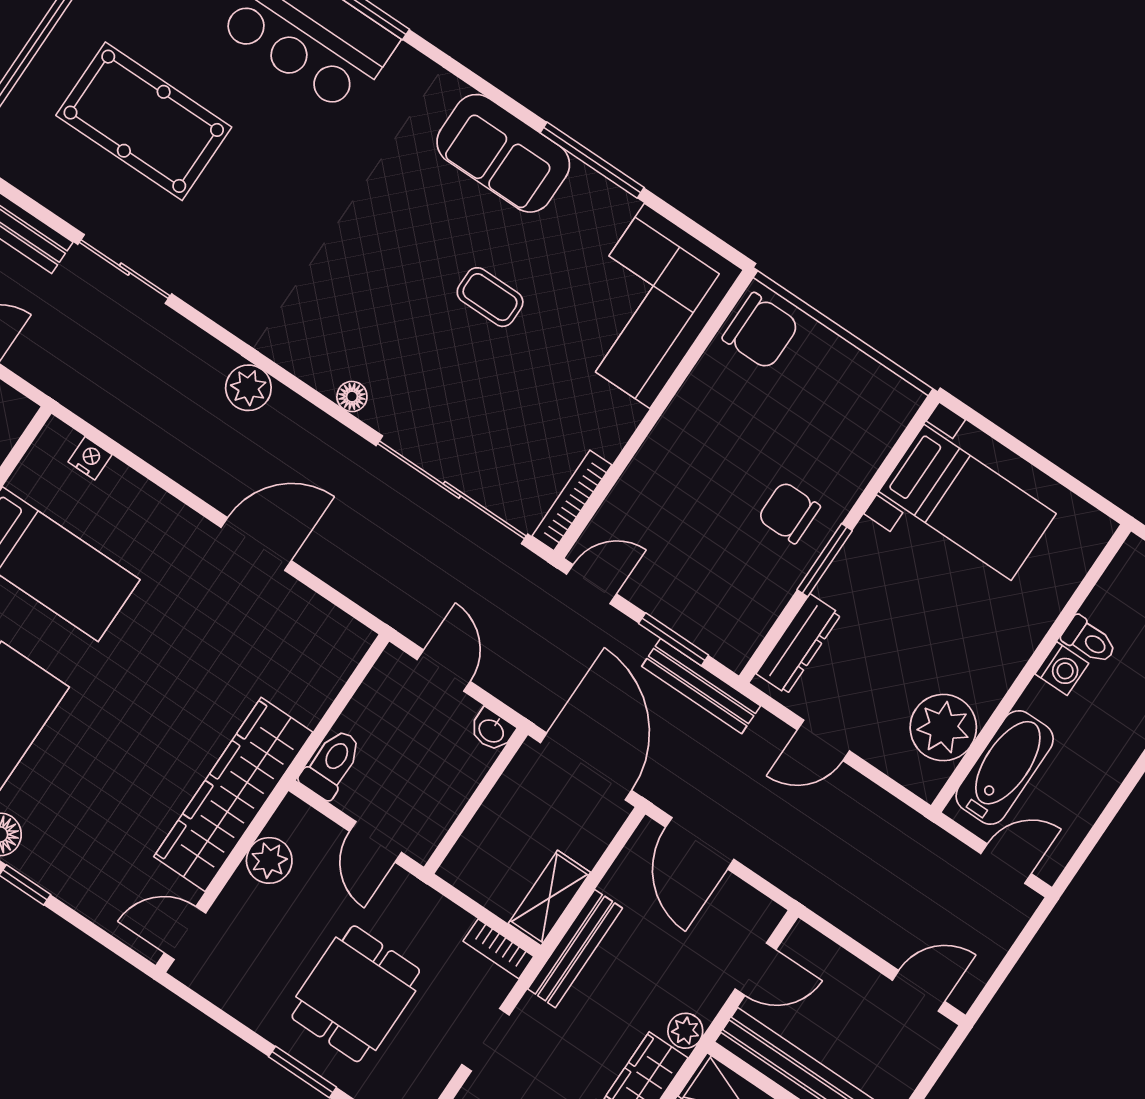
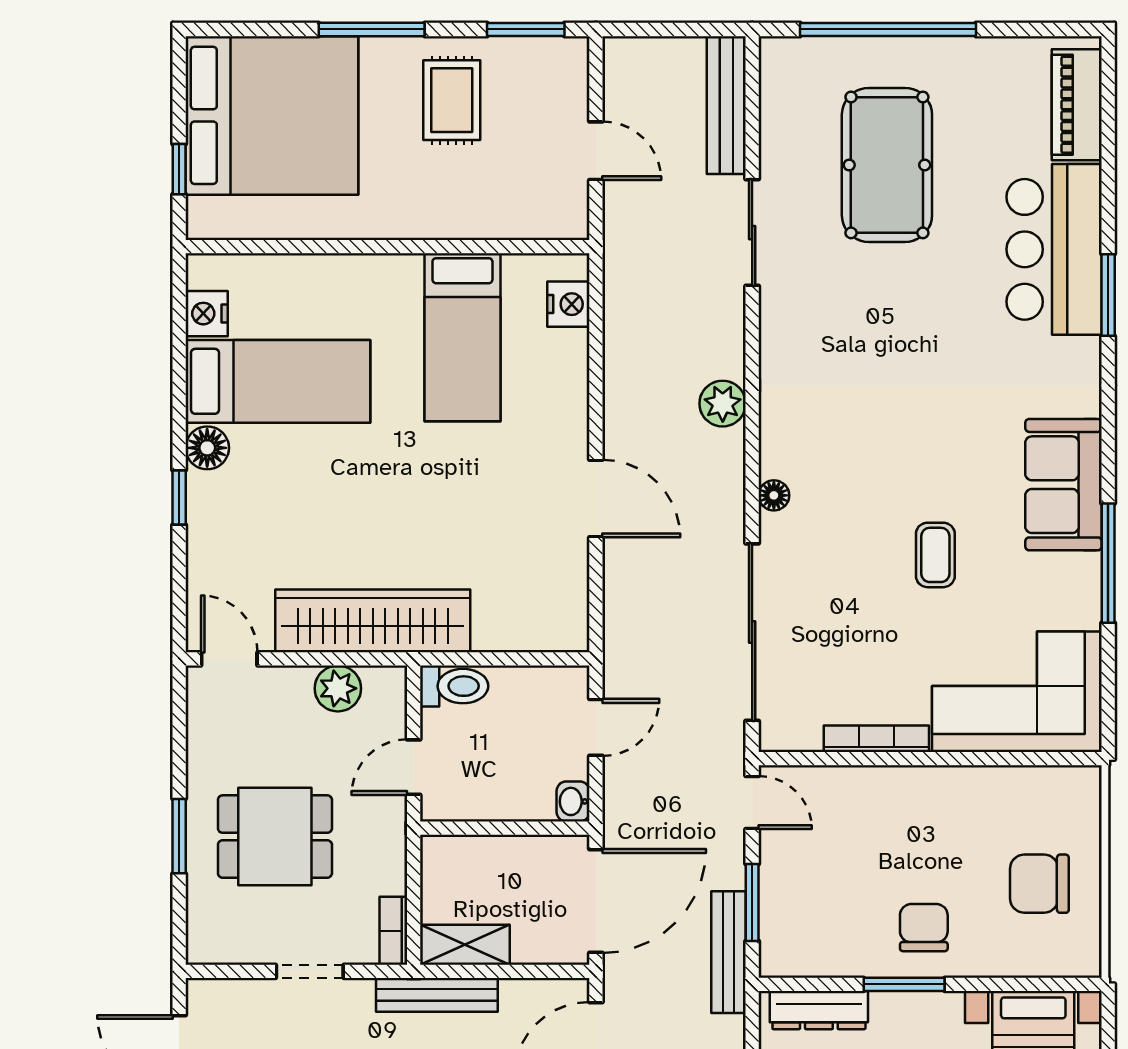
chair: (761, 331) -> (1039, 884), moved, turned 90
nightstand: (90, 458) -> (568, 304), width x1.39, depth x1.35
bookcase: (572, 500) -> (876, 739), moved

